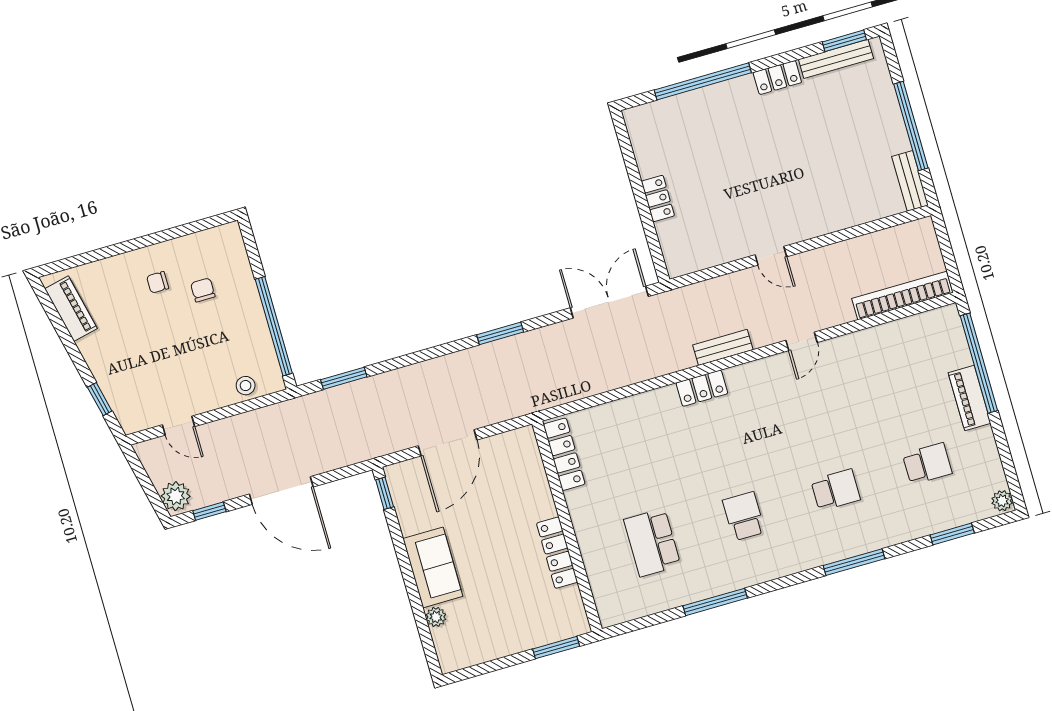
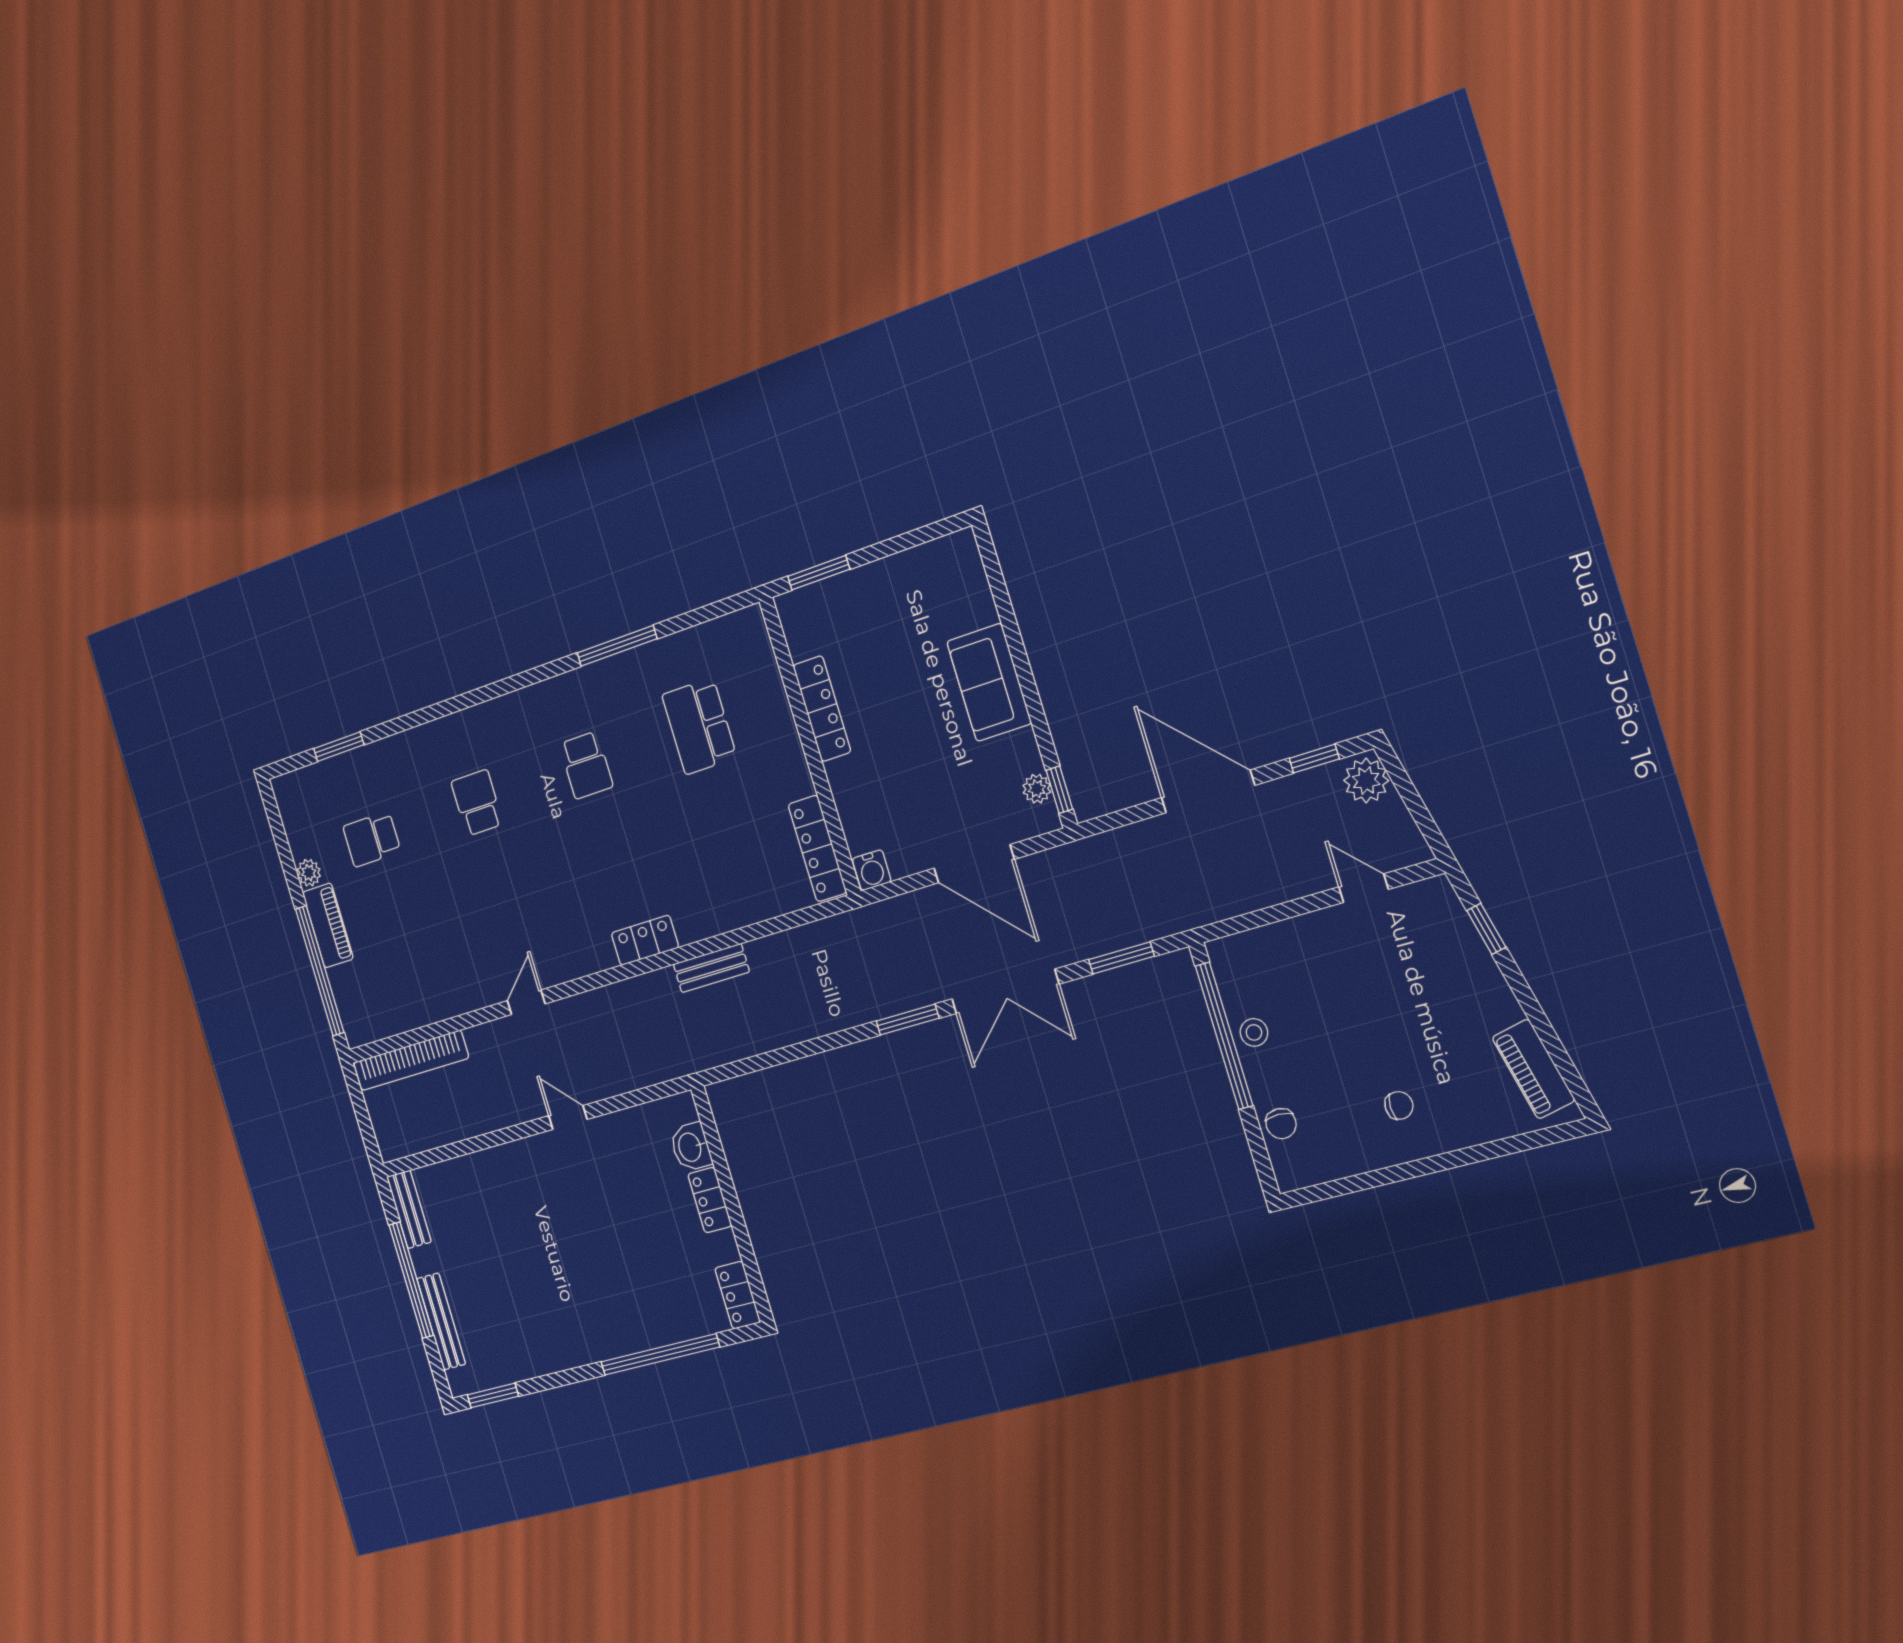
bench: (836, 59) -> (441, 1321), moved, turned 90
locker: (777, 77) -> (738, 1295), moved, turned -90
washbasin: (671, 237) -> (691, 1147), added
chair: (203, 290) -> (1281, 1124), moved
double door: (609, 302) -> (1005, 991), moved
bench: (723, 347) -> (711, 968), moved
stool: (246, 386) -> (1254, 1032), moved
water cooler: (523, 439) -> (872, 870), added
door: (448, 443) -> (974, 864), swing flipped
school desk: (836, 490) -> (477, 803), turned 90
plant: (1002, 501) -> (309, 873), moved
school desk: (652, 543) -> (699, 726), turned 180
window: (854, 562) -> (451, 706), removed
plant: (436, 617) -> (1037, 789), moved

